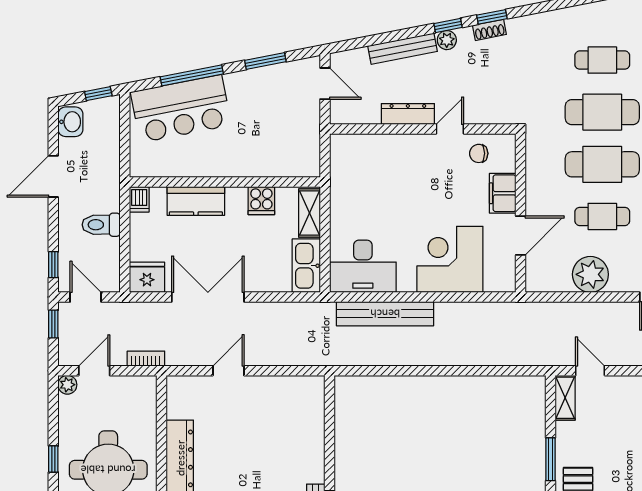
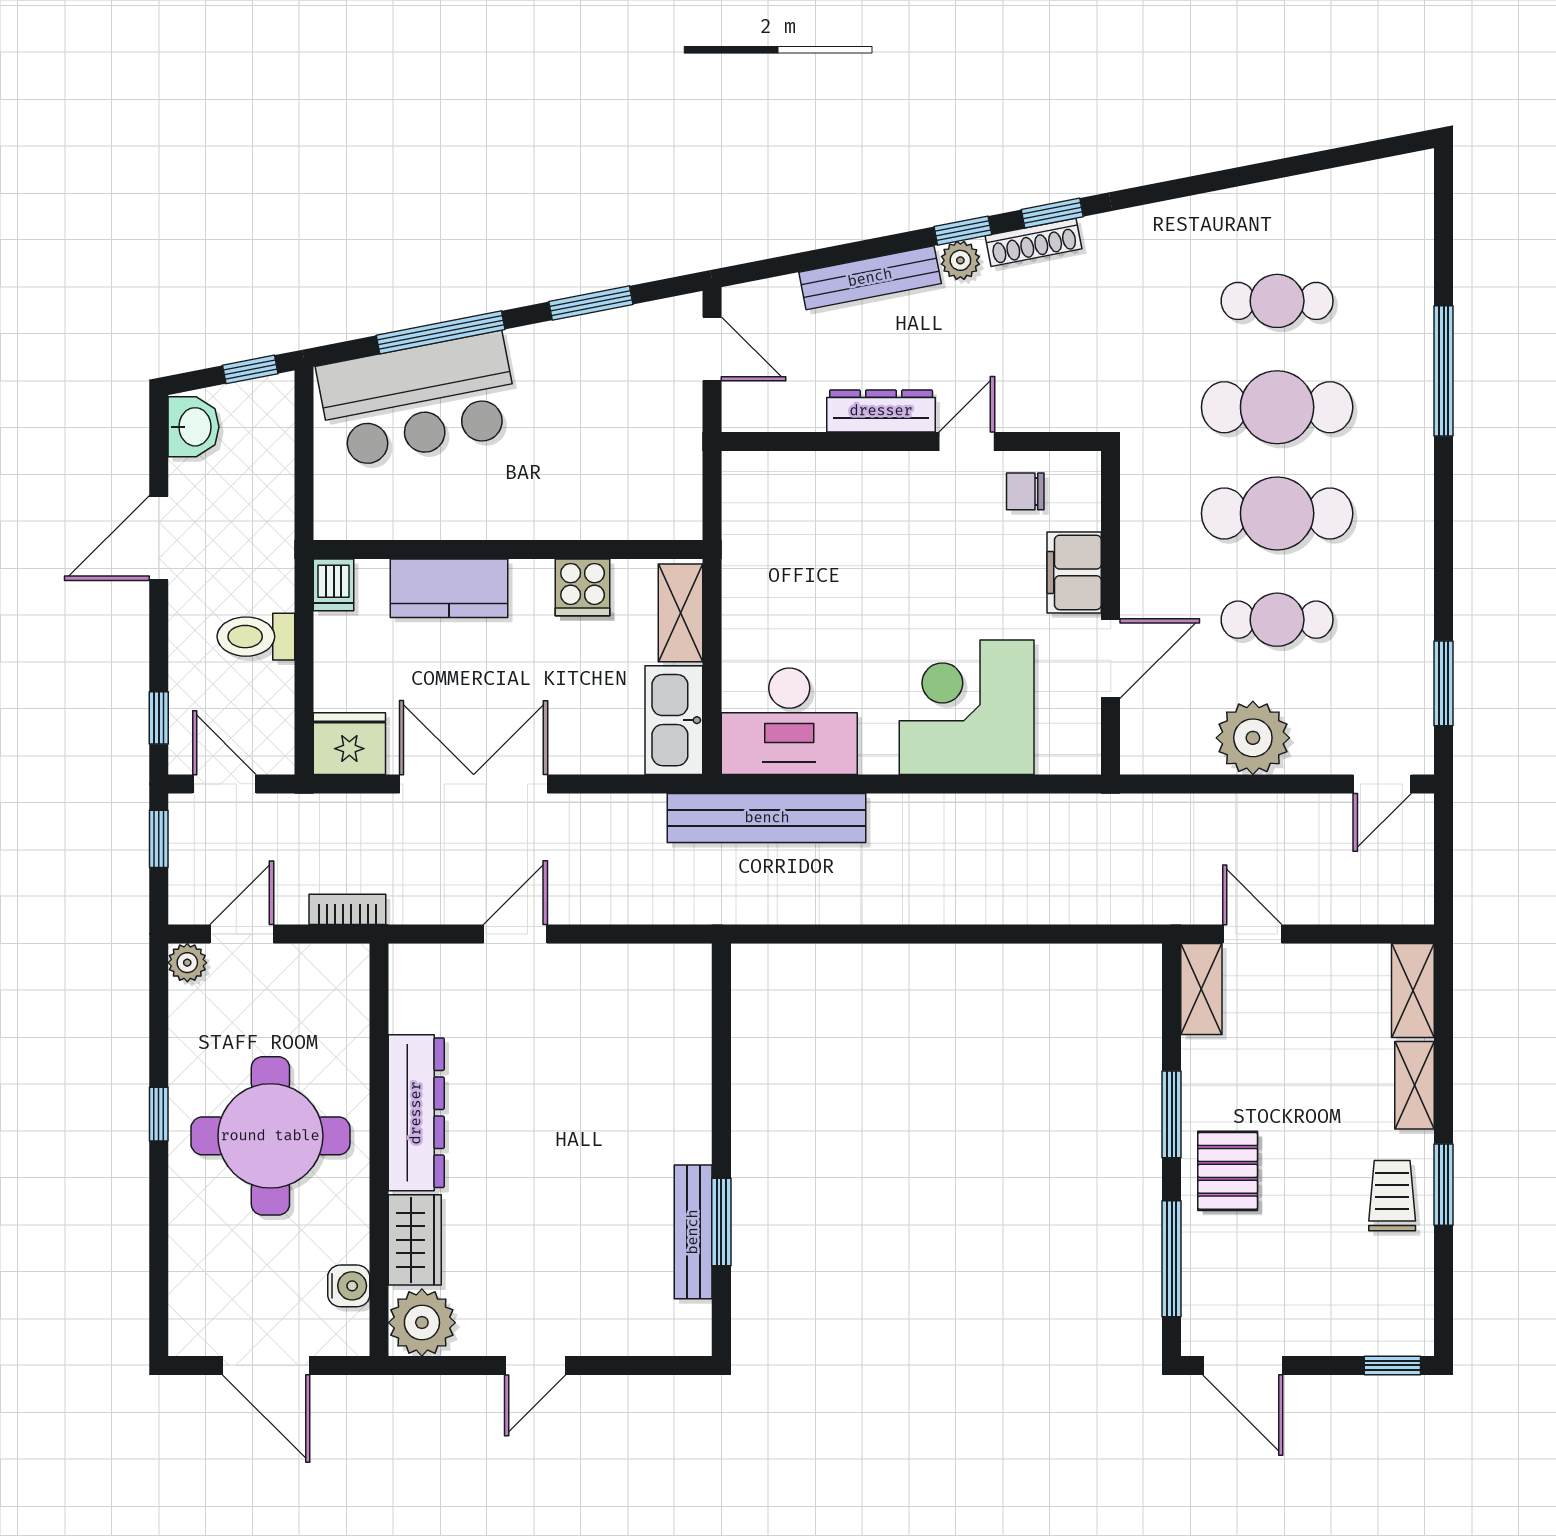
shoe rack: (489, 30) -> (1033, 242), width x1.43
bench: (385, 314) -> (767, 818), moved

